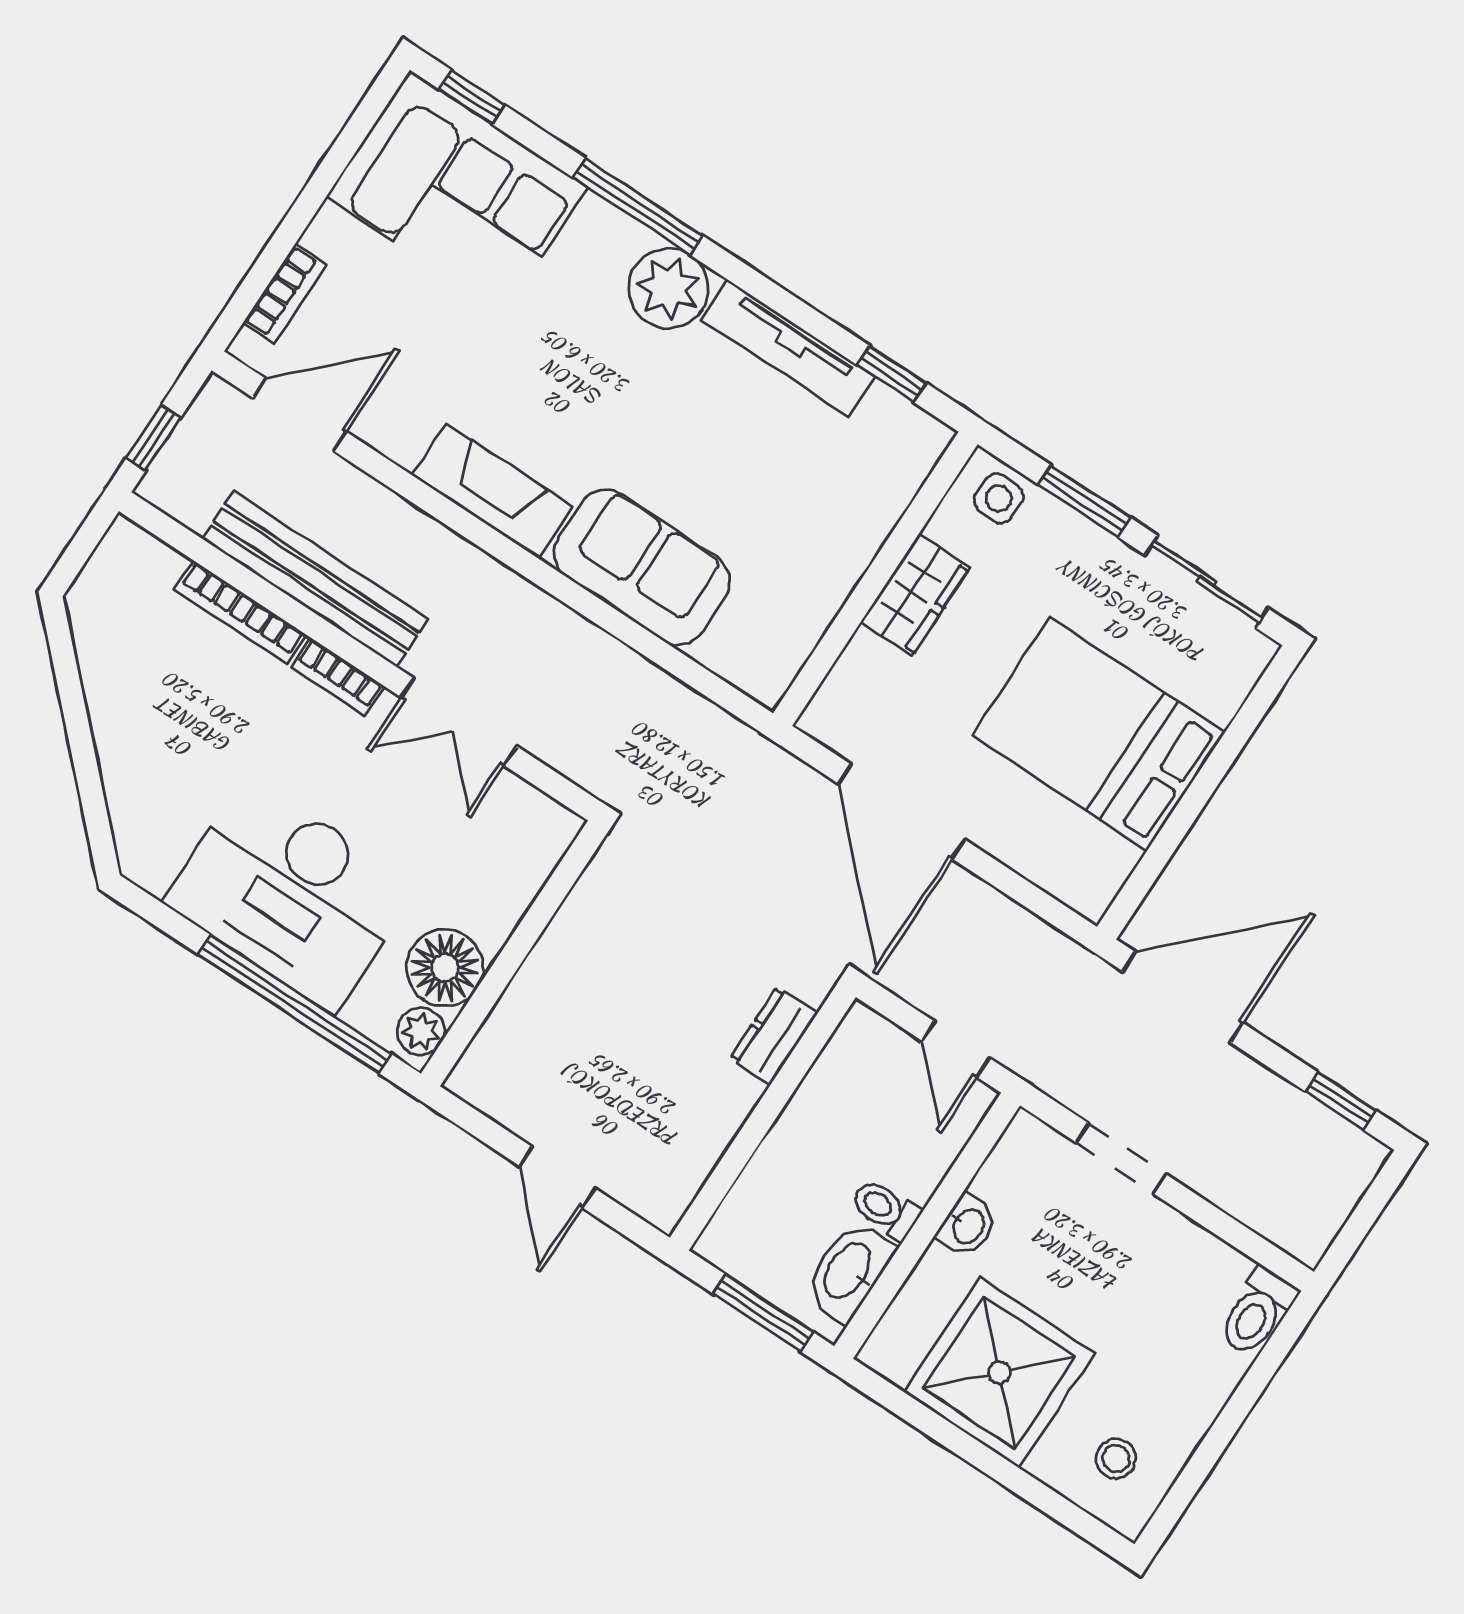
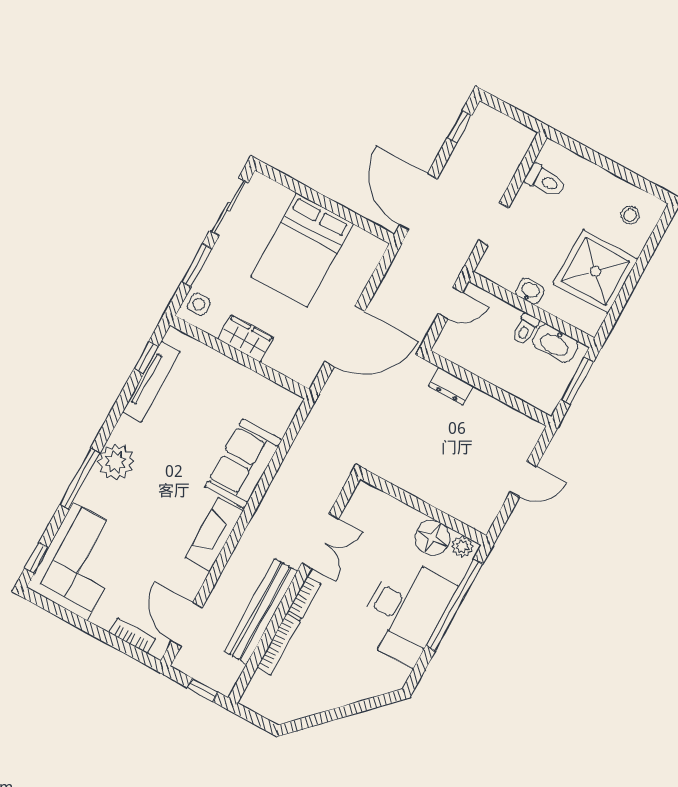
tv unit: (788, 348) -> (151, 382), moved
toilet: (1257, 1312) -> (545, 181), moved

